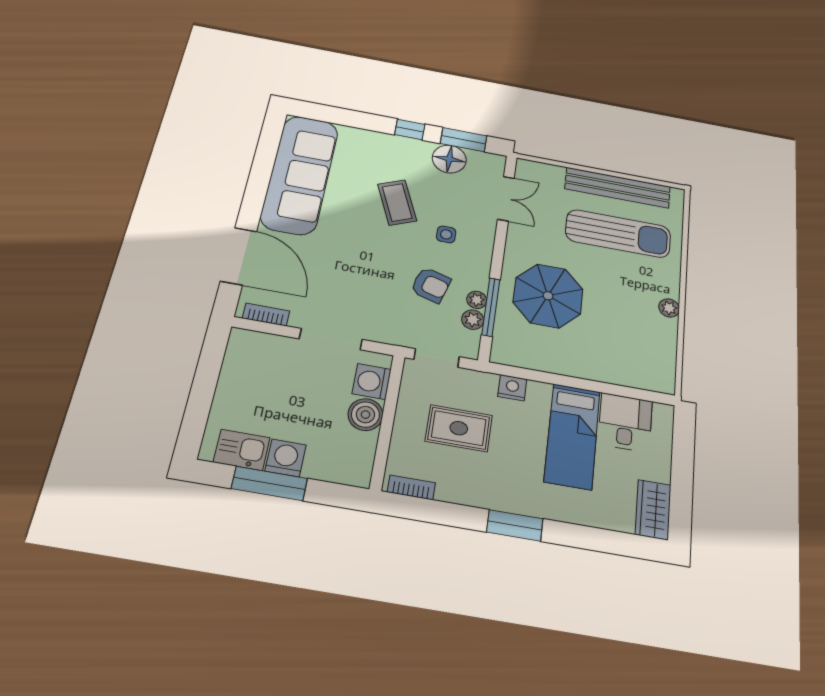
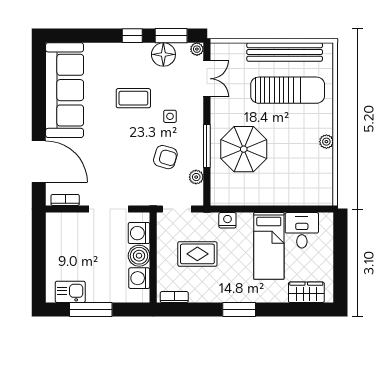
coffee table: (397, 202) -> (133, 98), turned -67
plant: (477, 300) -> (197, 49), moved
window: (491, 307) -> (207, 146), moved
washing machine: (286, 458) -> (139, 278), moved, turned -90
wardrobe: (653, 510) -> (306, 292), moved, turned 90

